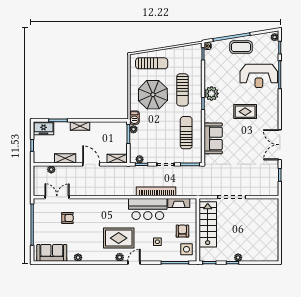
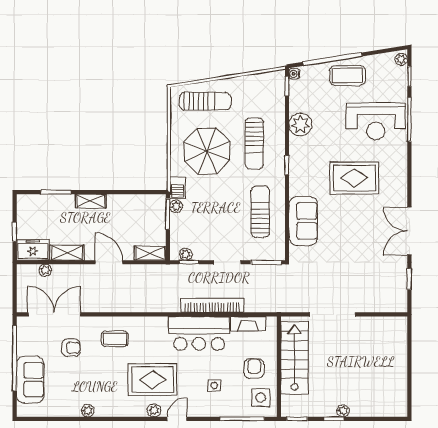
plant: (211, 94) -> (300, 124), moved
rug: (245, 112) -> (354, 178), width x1.36, depth x1.43
freezer: (43, 128) -> (33, 250), moved, turned 180
double door: (57, 197) -> (54, 314), width x1.37
coffee table: (95, 212) -> (115, 339), added
sofa: (52, 253) -> (30, 380), moved, turned 90

